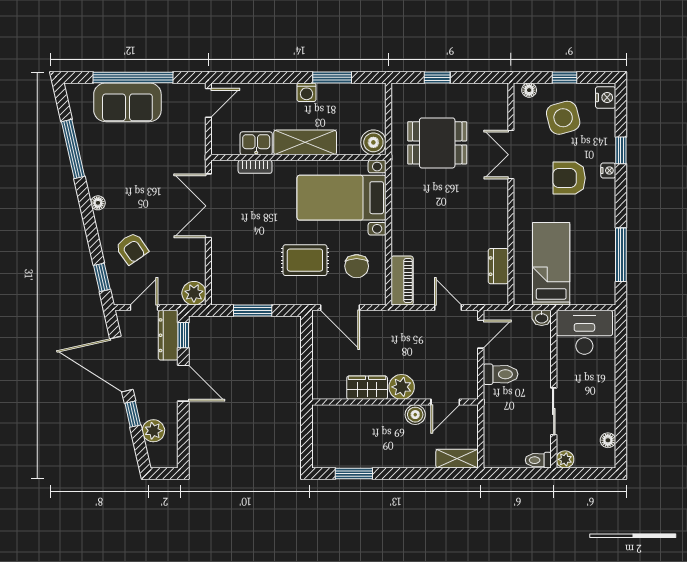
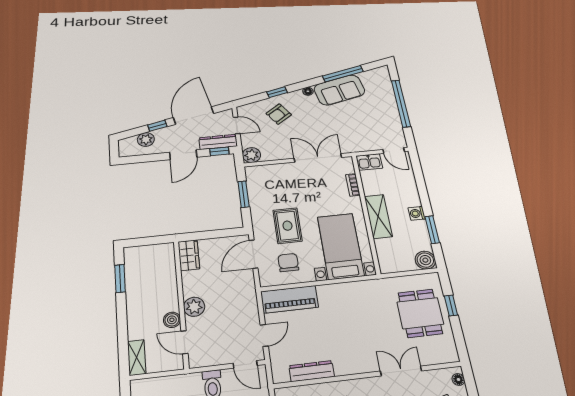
sofa: (127, 102) -> (339, 90), moved, turned -103
boiler: (373, 142) -> (425, 260), moved
kitchen sink: (256, 143) -> (369, 162), moved, turned 90
dining table: (437, 143) -> (420, 313), moved
chair: (357, 266) -> (288, 263), turned 90
dresser: (498, 266) -> (312, 371), width x1.44
window: (102, 277) -> (277, 92), moved
piano: (402, 281) -> (289, 299), width x1.37, depth x1.33
wardrobe: (367, 388) -> (189, 255), moved

